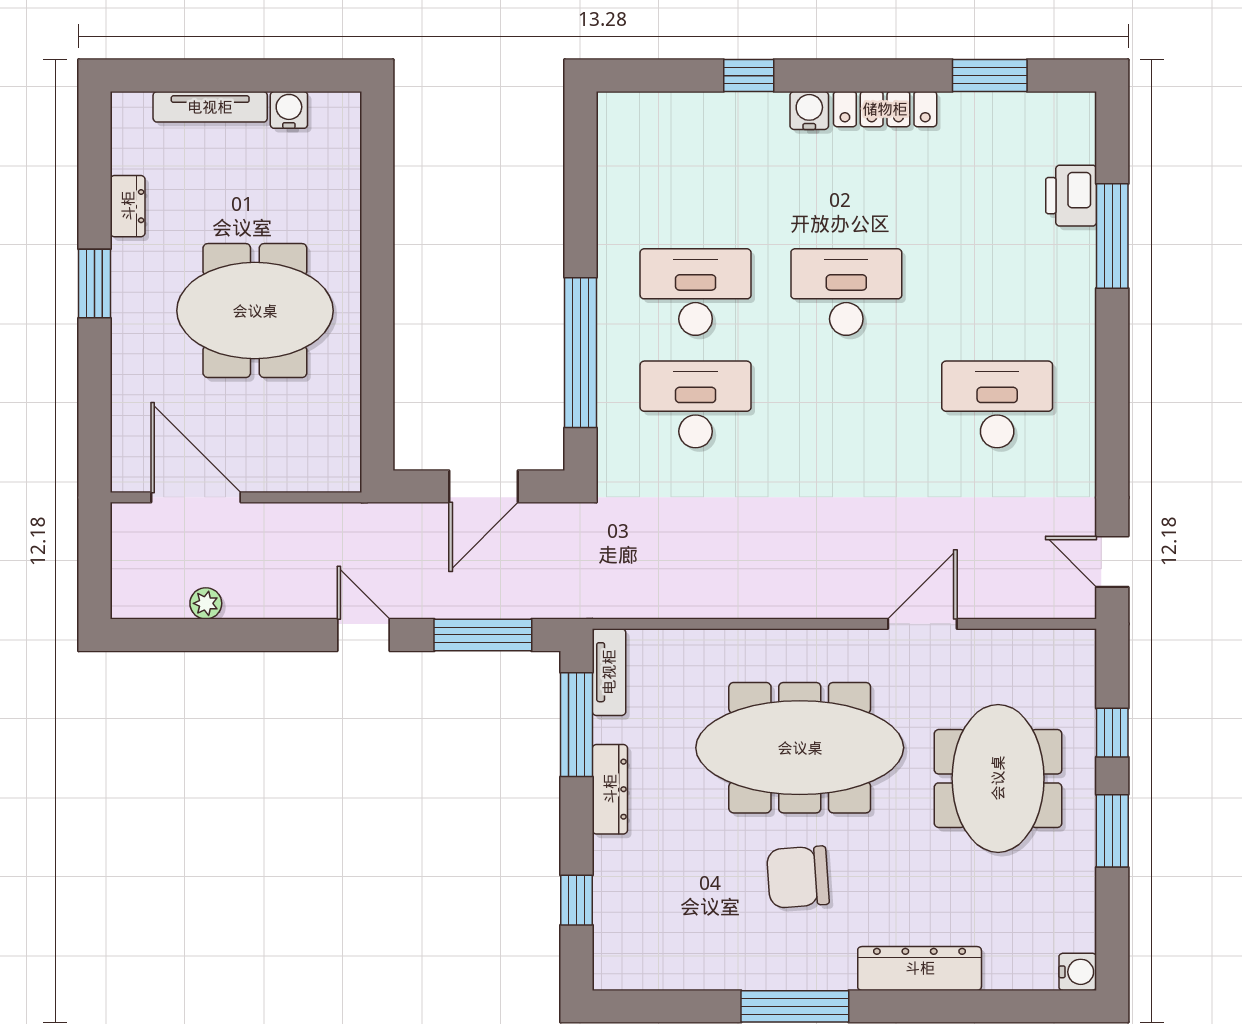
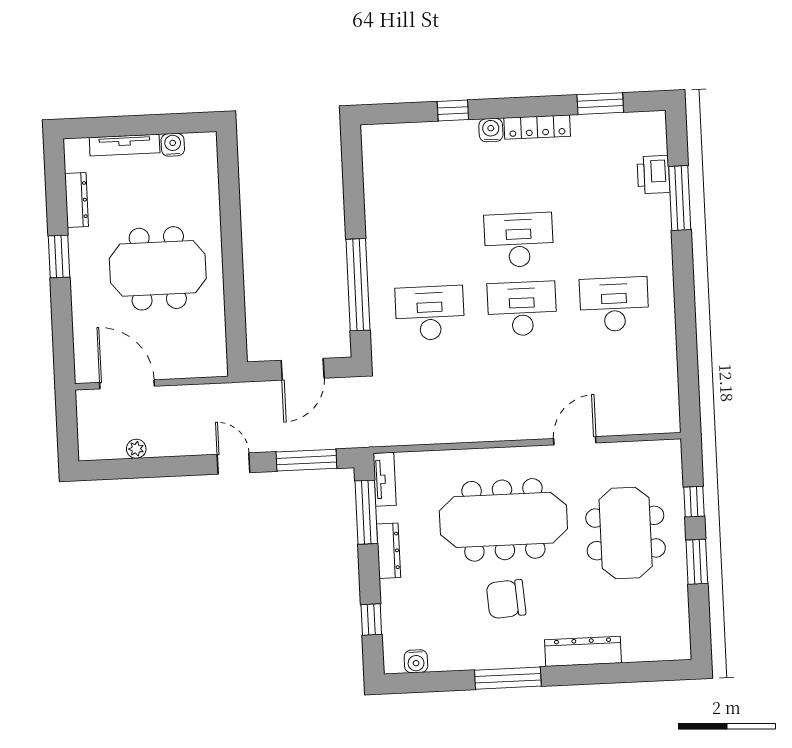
dresser: (128, 206) -> (77, 200), width x1.44
desk: (696, 292) -> (522, 309), moved
door: (1112, 562) -> (689, 397), removed
water cooler: (1078, 972) -> (416, 661), moved, turned 90

